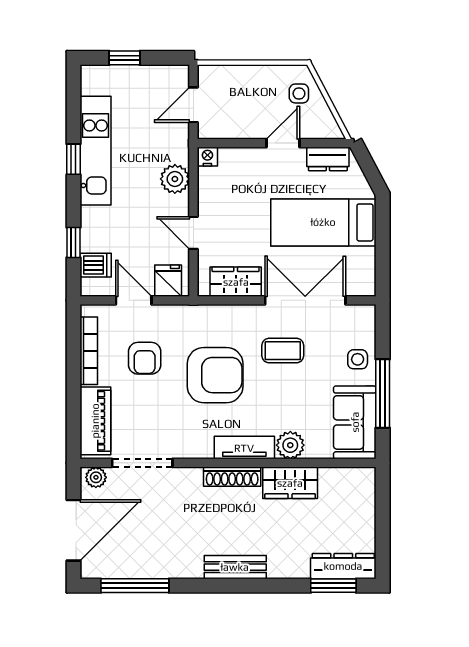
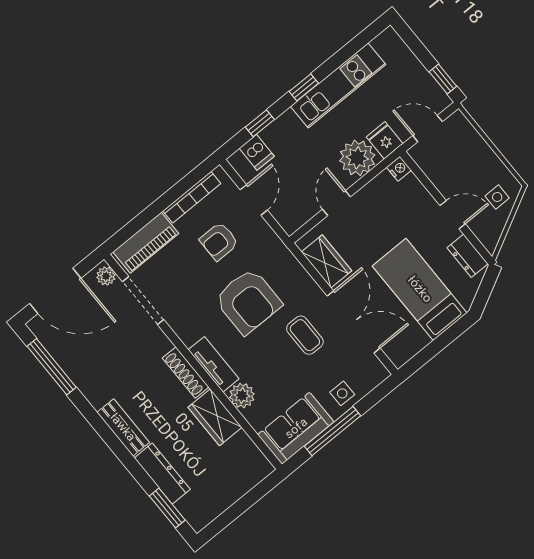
window: (124, 58) -> (443, 79), moved
window: (73, 159) -> (304, 87), moved
plant: (175, 179) -> (357, 158), width x1.36, depth x1.36
fridge: (168, 281) -> (385, 140), moved, turned -90
dresser: (343, 566) -> (162, 474), moved

